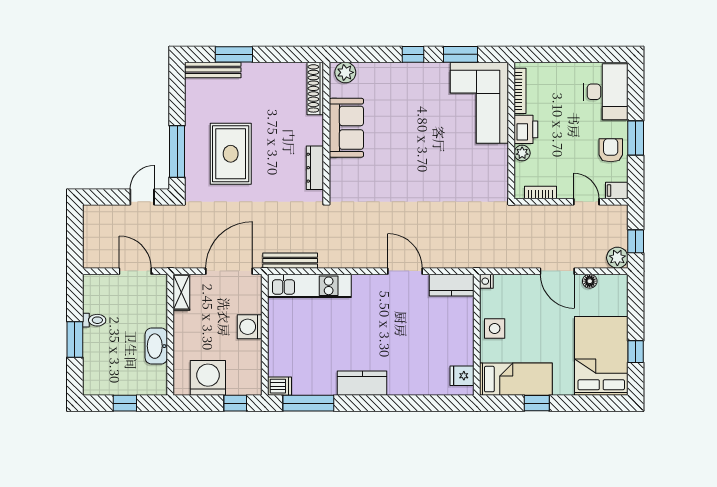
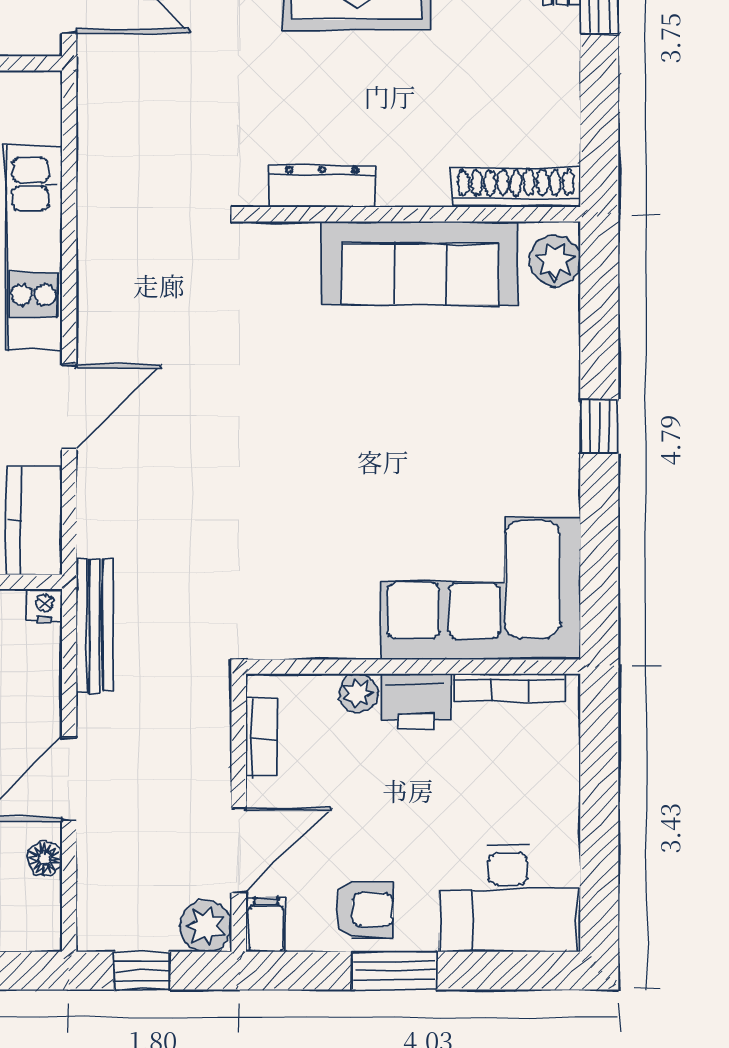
window: (461, 54) -> (599, 542), removed
sofa: (346, 128) -> (420, 263), width x1.36
door: (586, 202) -> (239, 850), width x1.38
plant: (617, 258) -> (206, 926), moved
bench: (290, 261) -> (95, 626), moved
kitchen unit: (309, 286) -> (33, 248), moved

